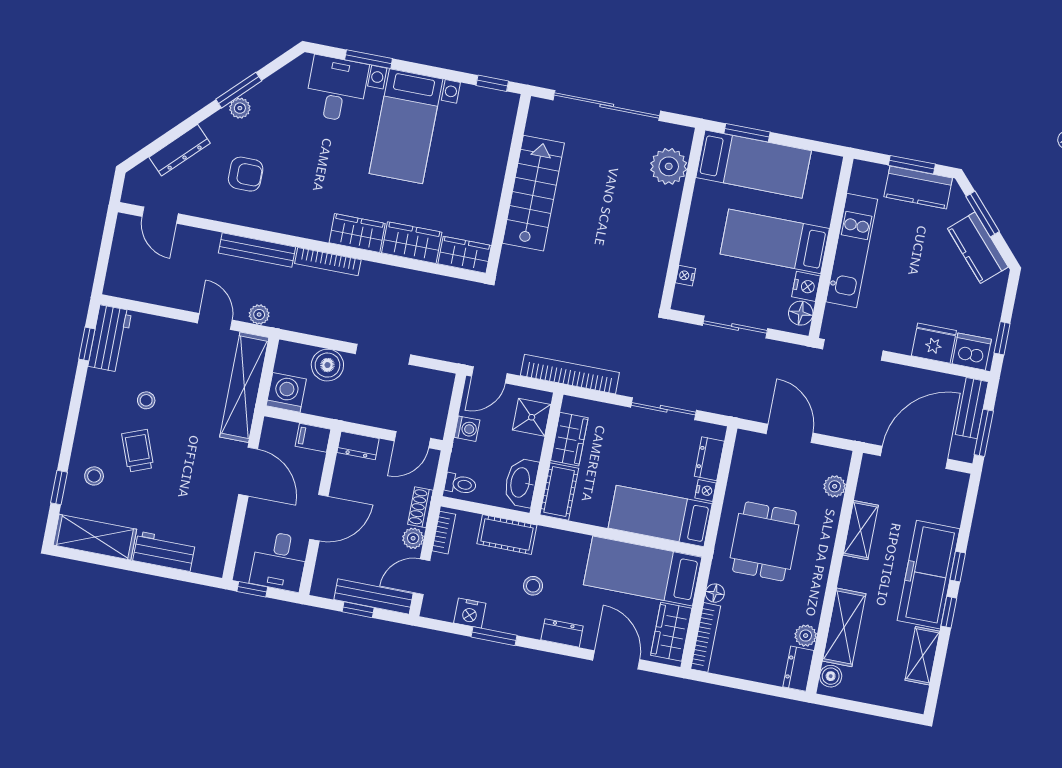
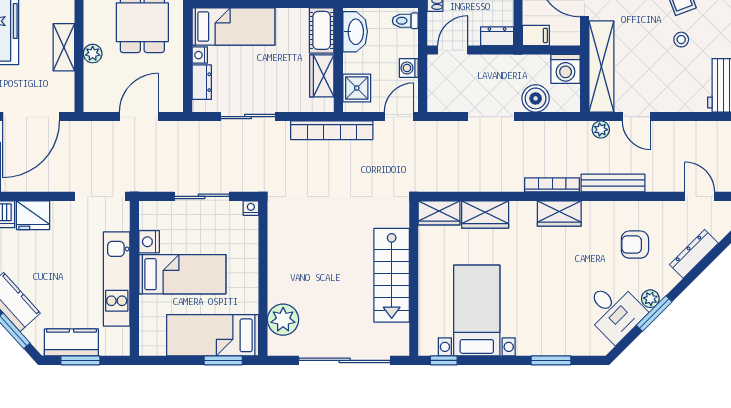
desk: (336, 89) -> (614, 311), moved, turned -45
bed with nightstands: (406, 126) -> (477, 311), moved
wardrobe: (357, 233) -> (559, 213), moved
nightstand: (686, 276) -> (251, 208), moved, turned -90
floor lamp: (801, 313) -> (149, 219), removed
door: (790, 433) -> (139, 117), swing flipped
plant: (835, 486) -> (93, 54), moved

